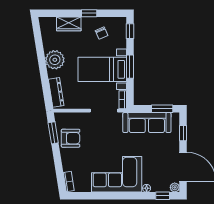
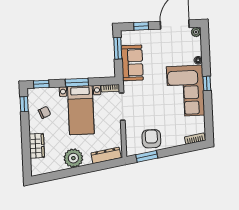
window: (89, 13) -> (24, 104), moved
sofa: (147, 123) -> (132, 63), width x0.73
window: (163, 196) -> (207, 83), moved

